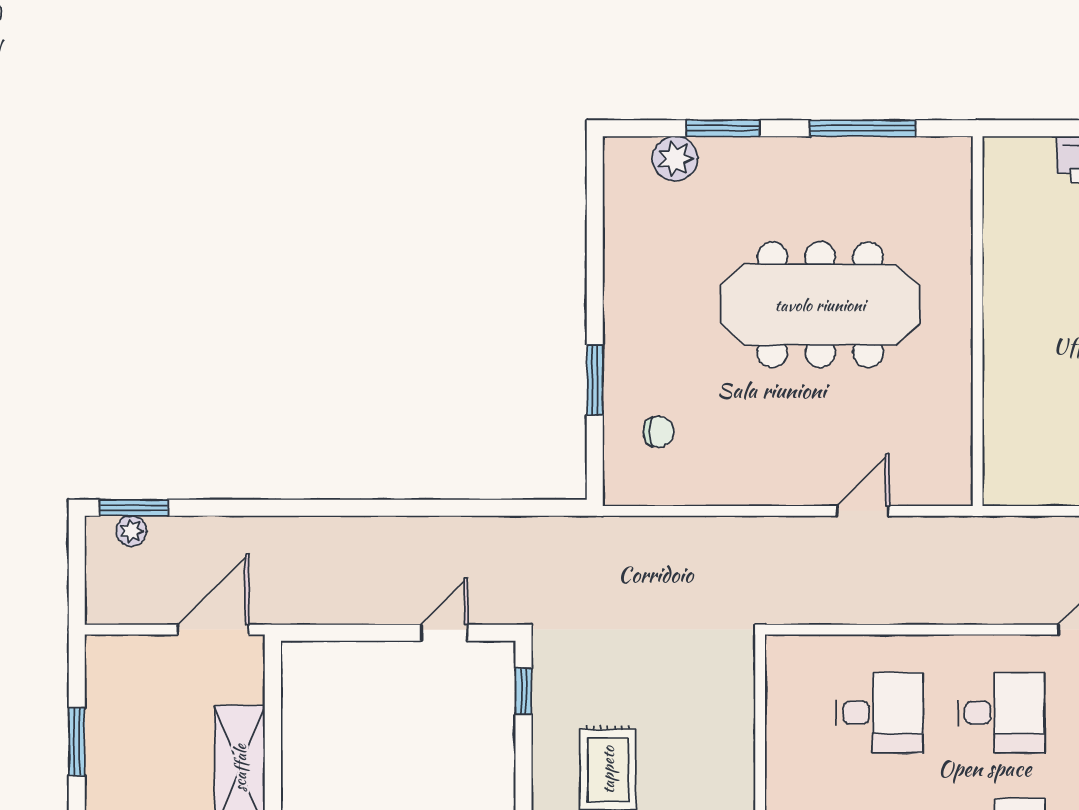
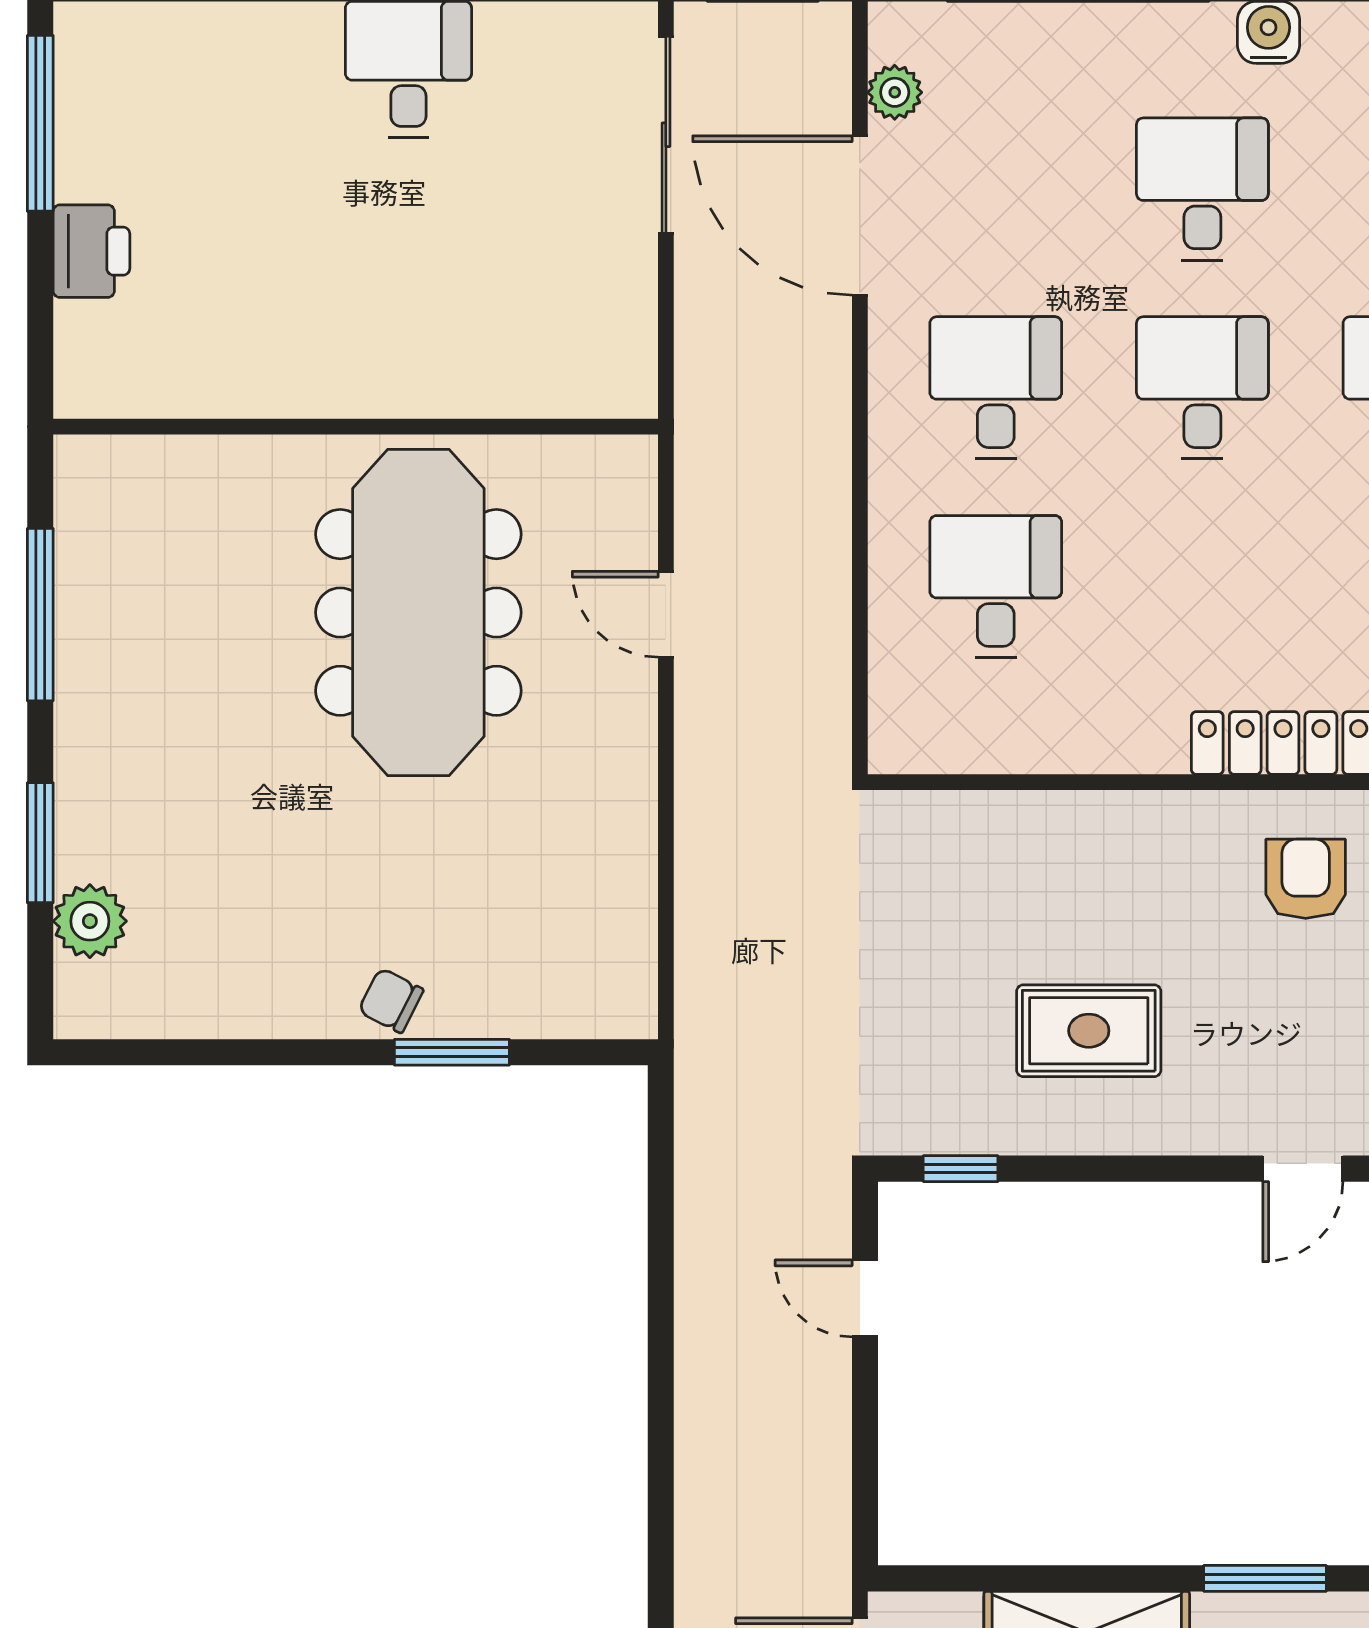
meeting table: (820, 305) -> (418, 612), moved
chair: (659, 432) -> (391, 1000), moved, turned -63

